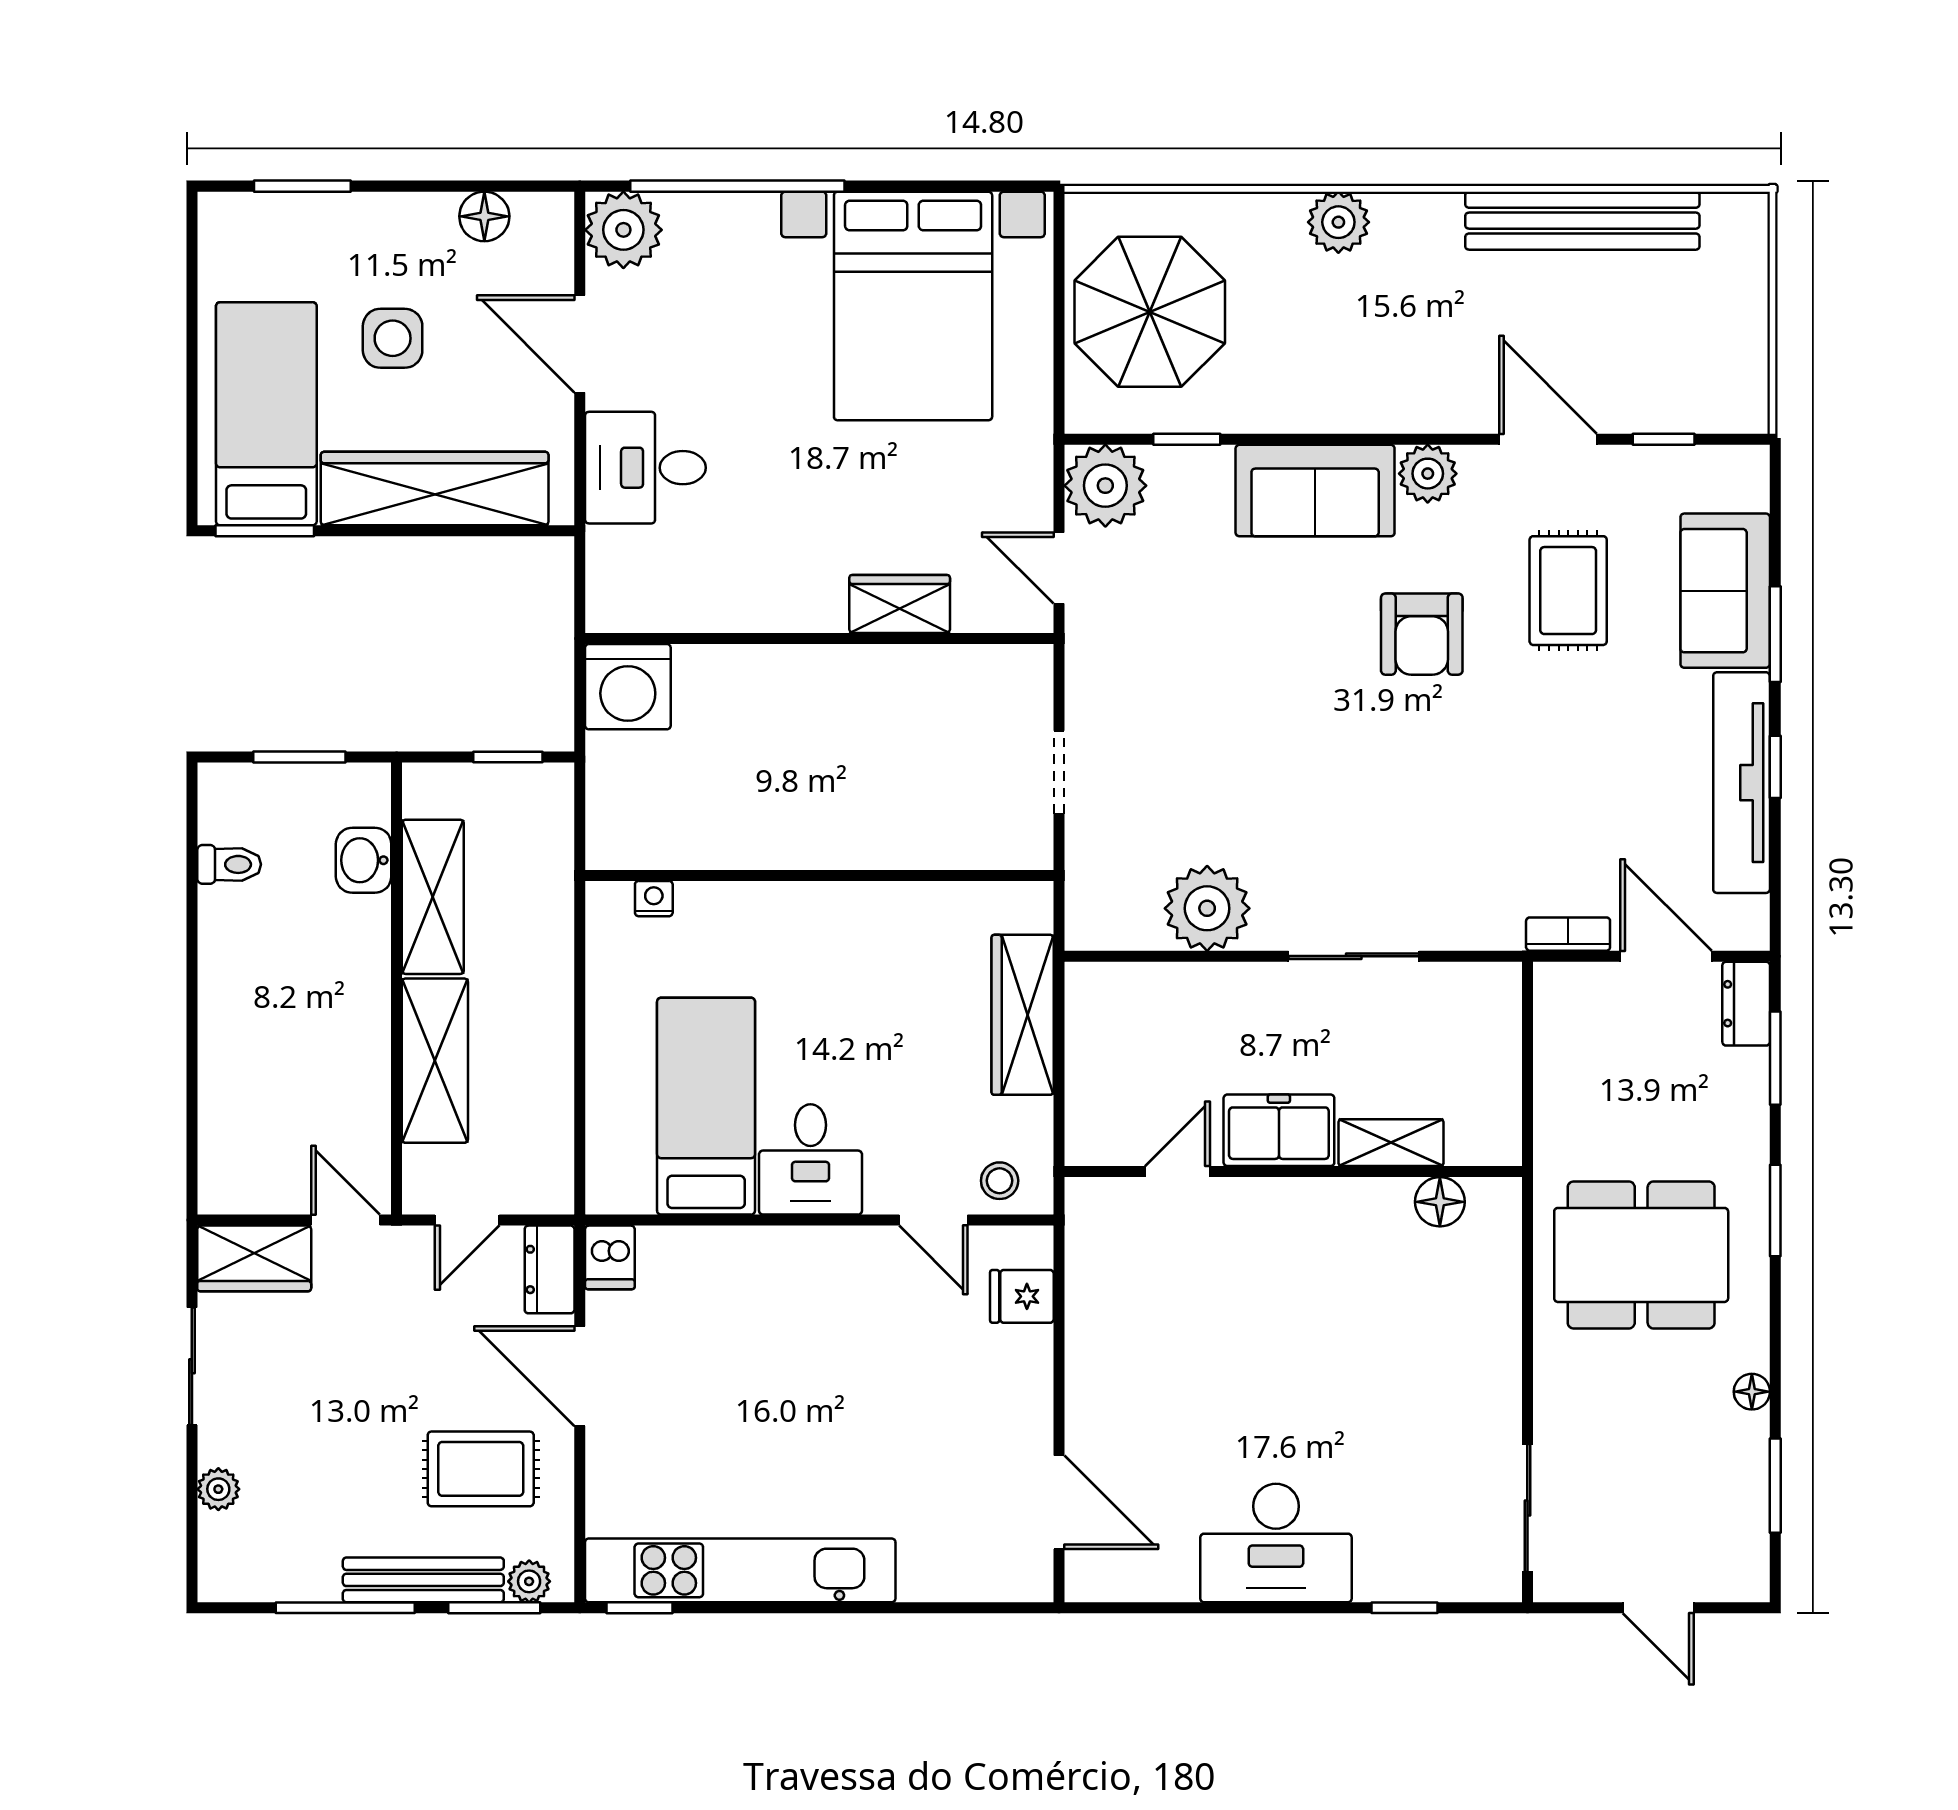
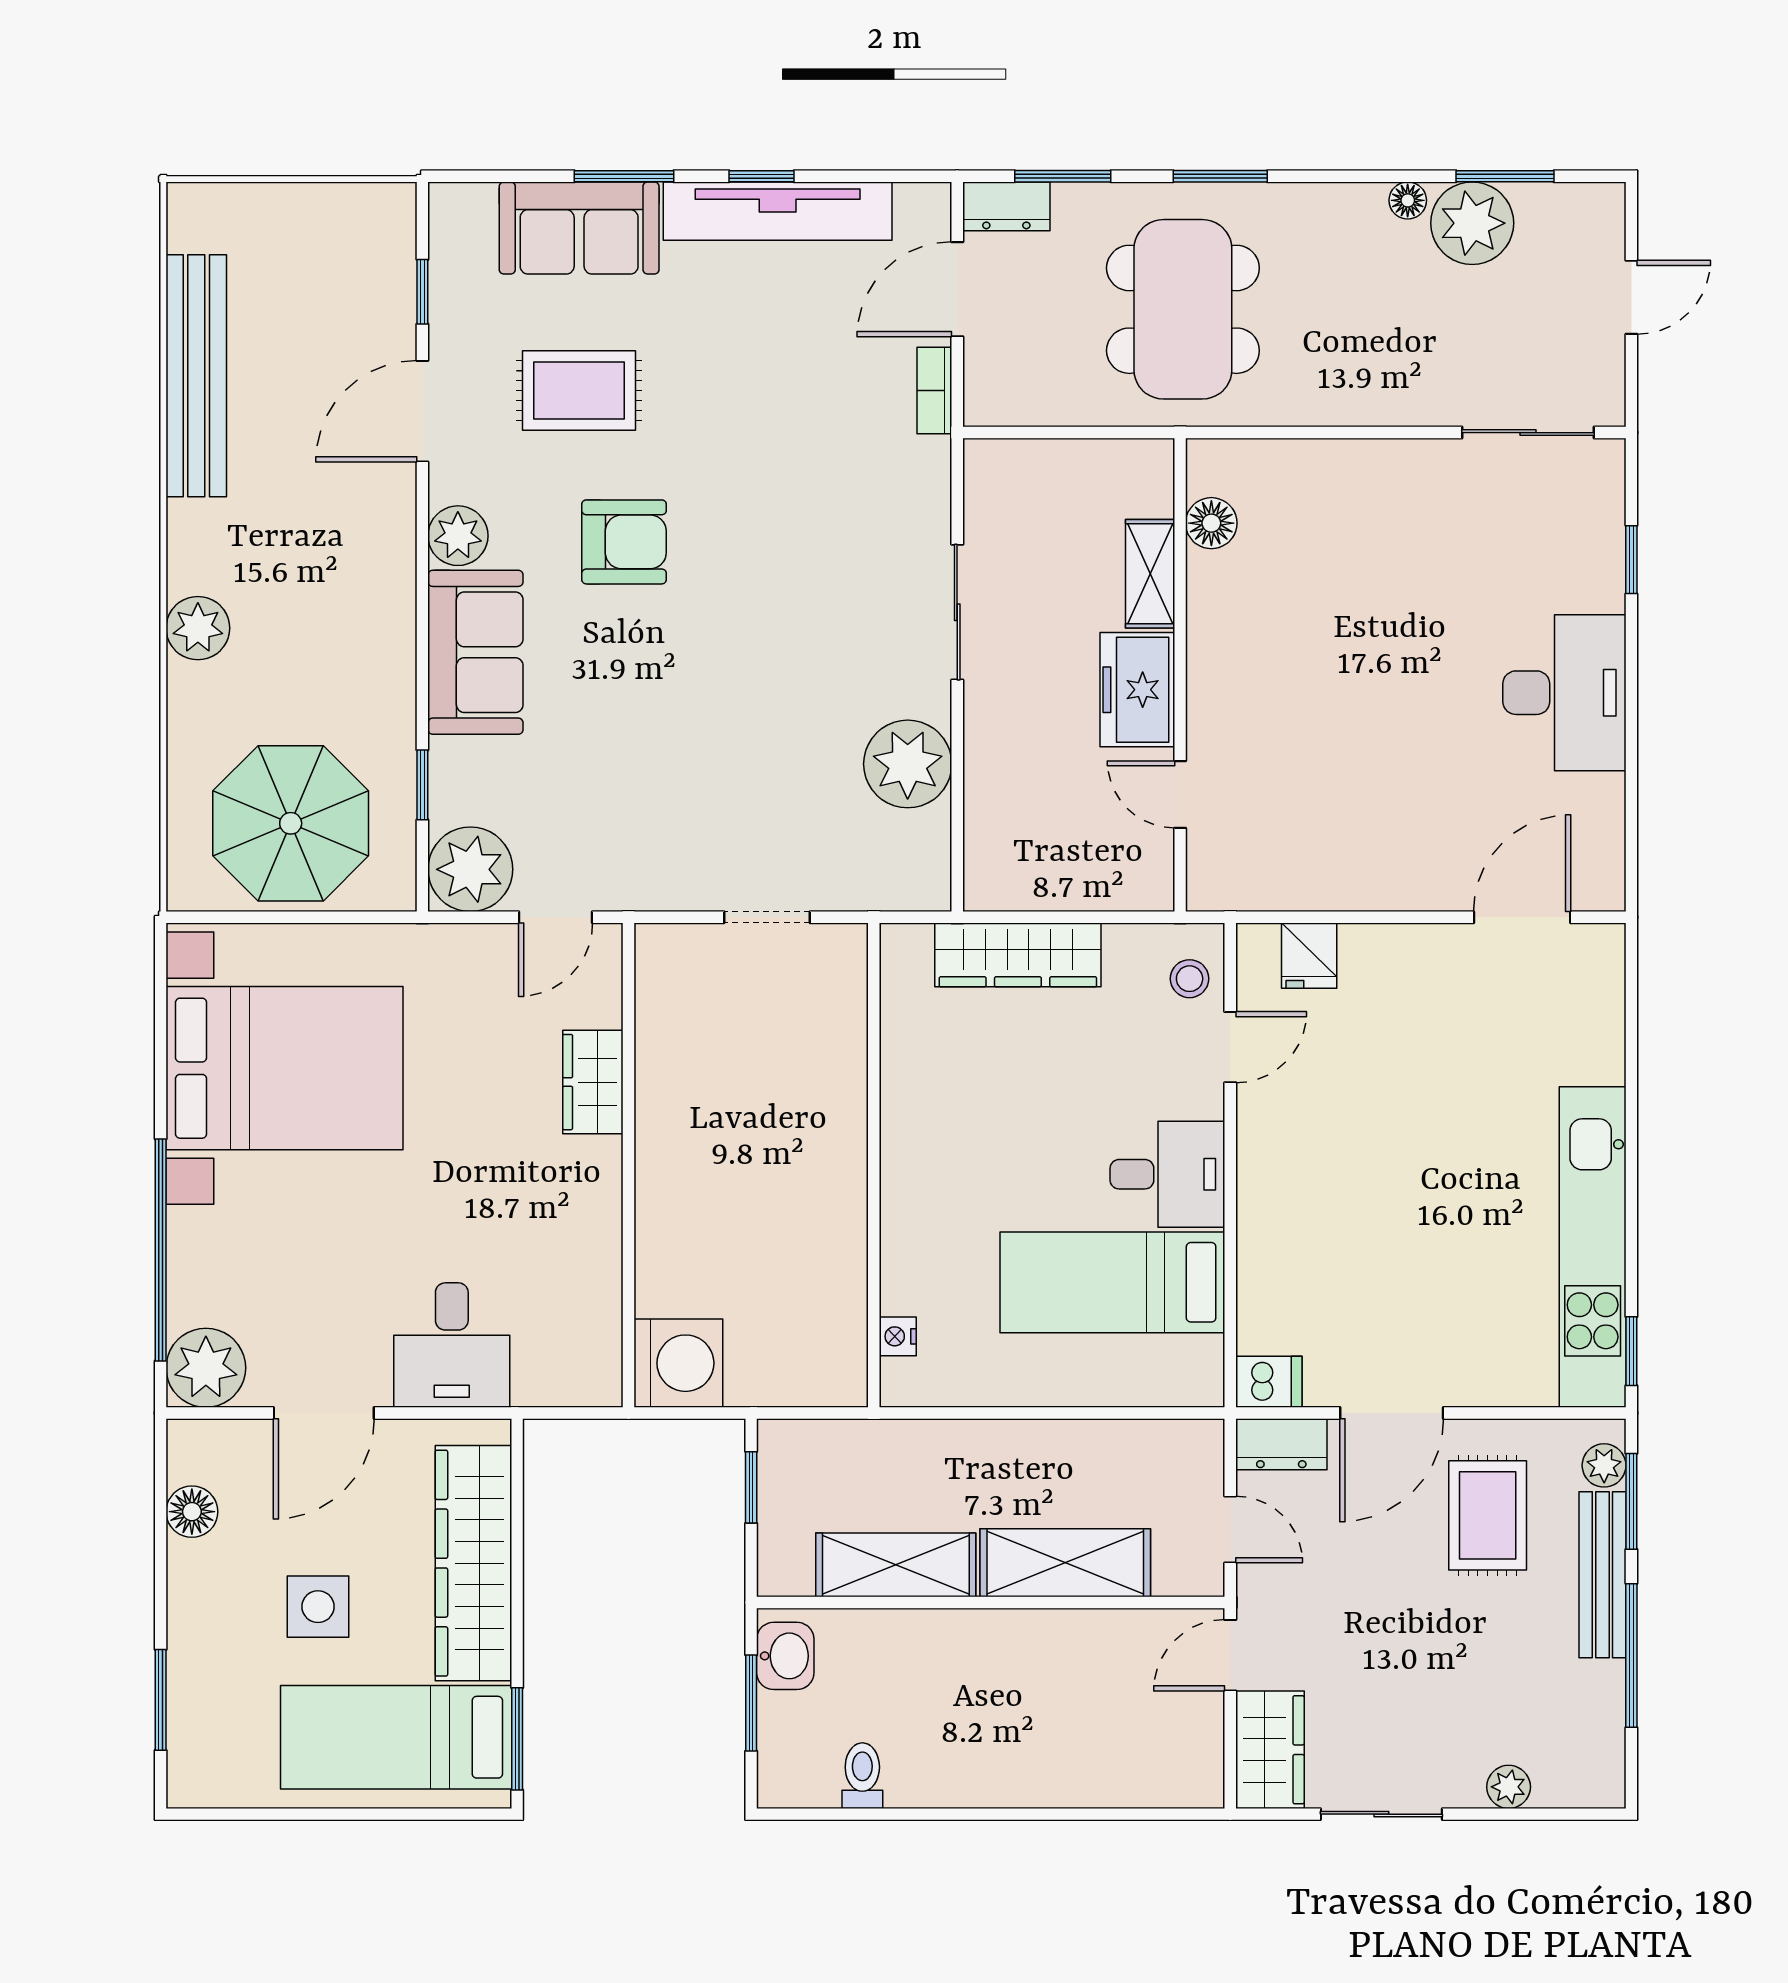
washbasin: (364, 860) -> (785, 1656), moved, turned -90
dining table: (1641, 1255) -> (1183, 309), moved
plant: (1730, 1454) -> (1472, 223), added

